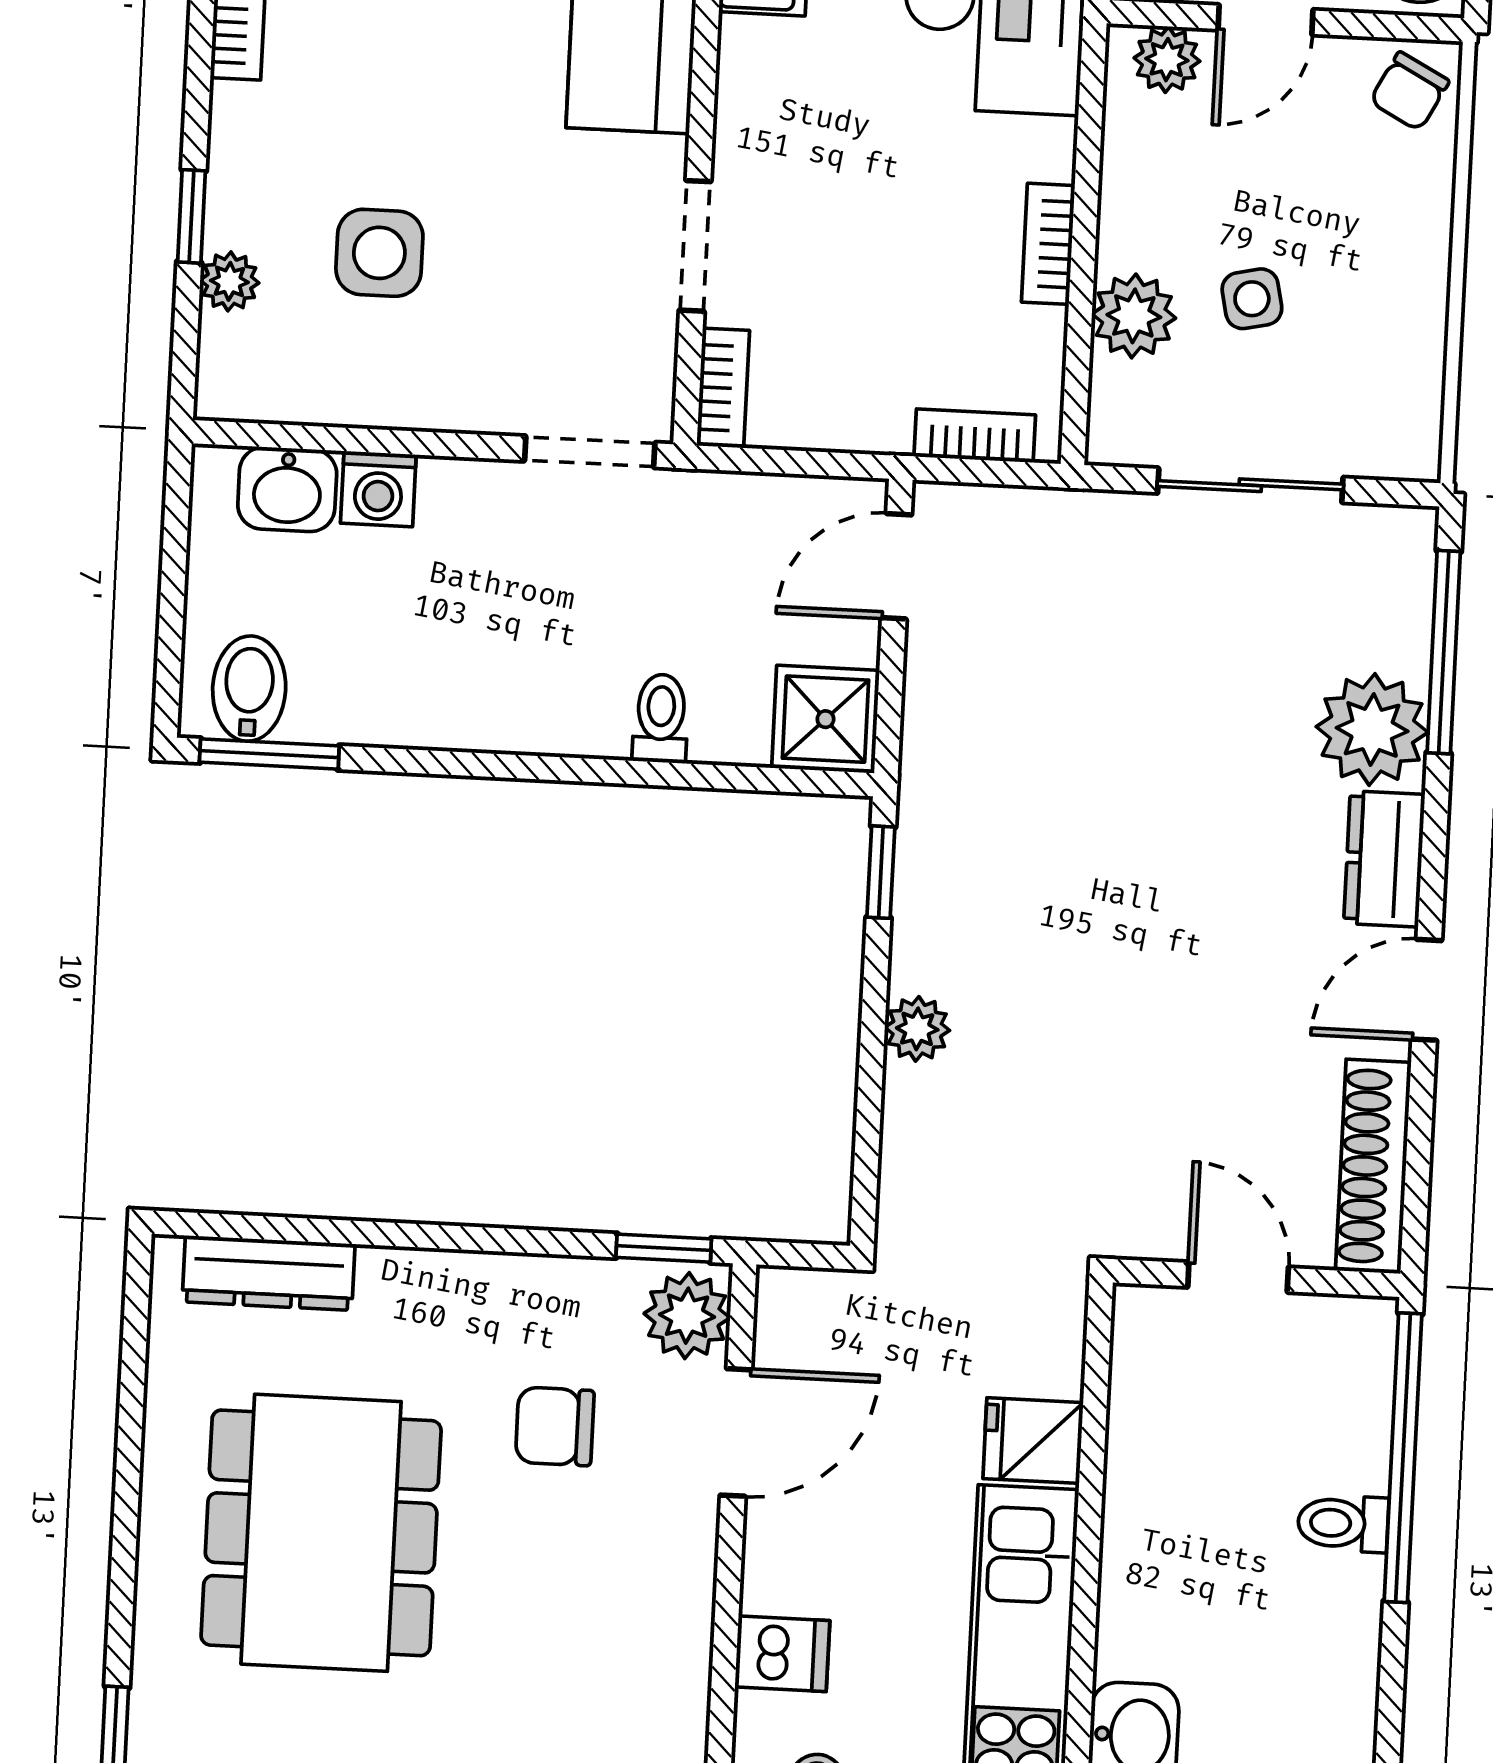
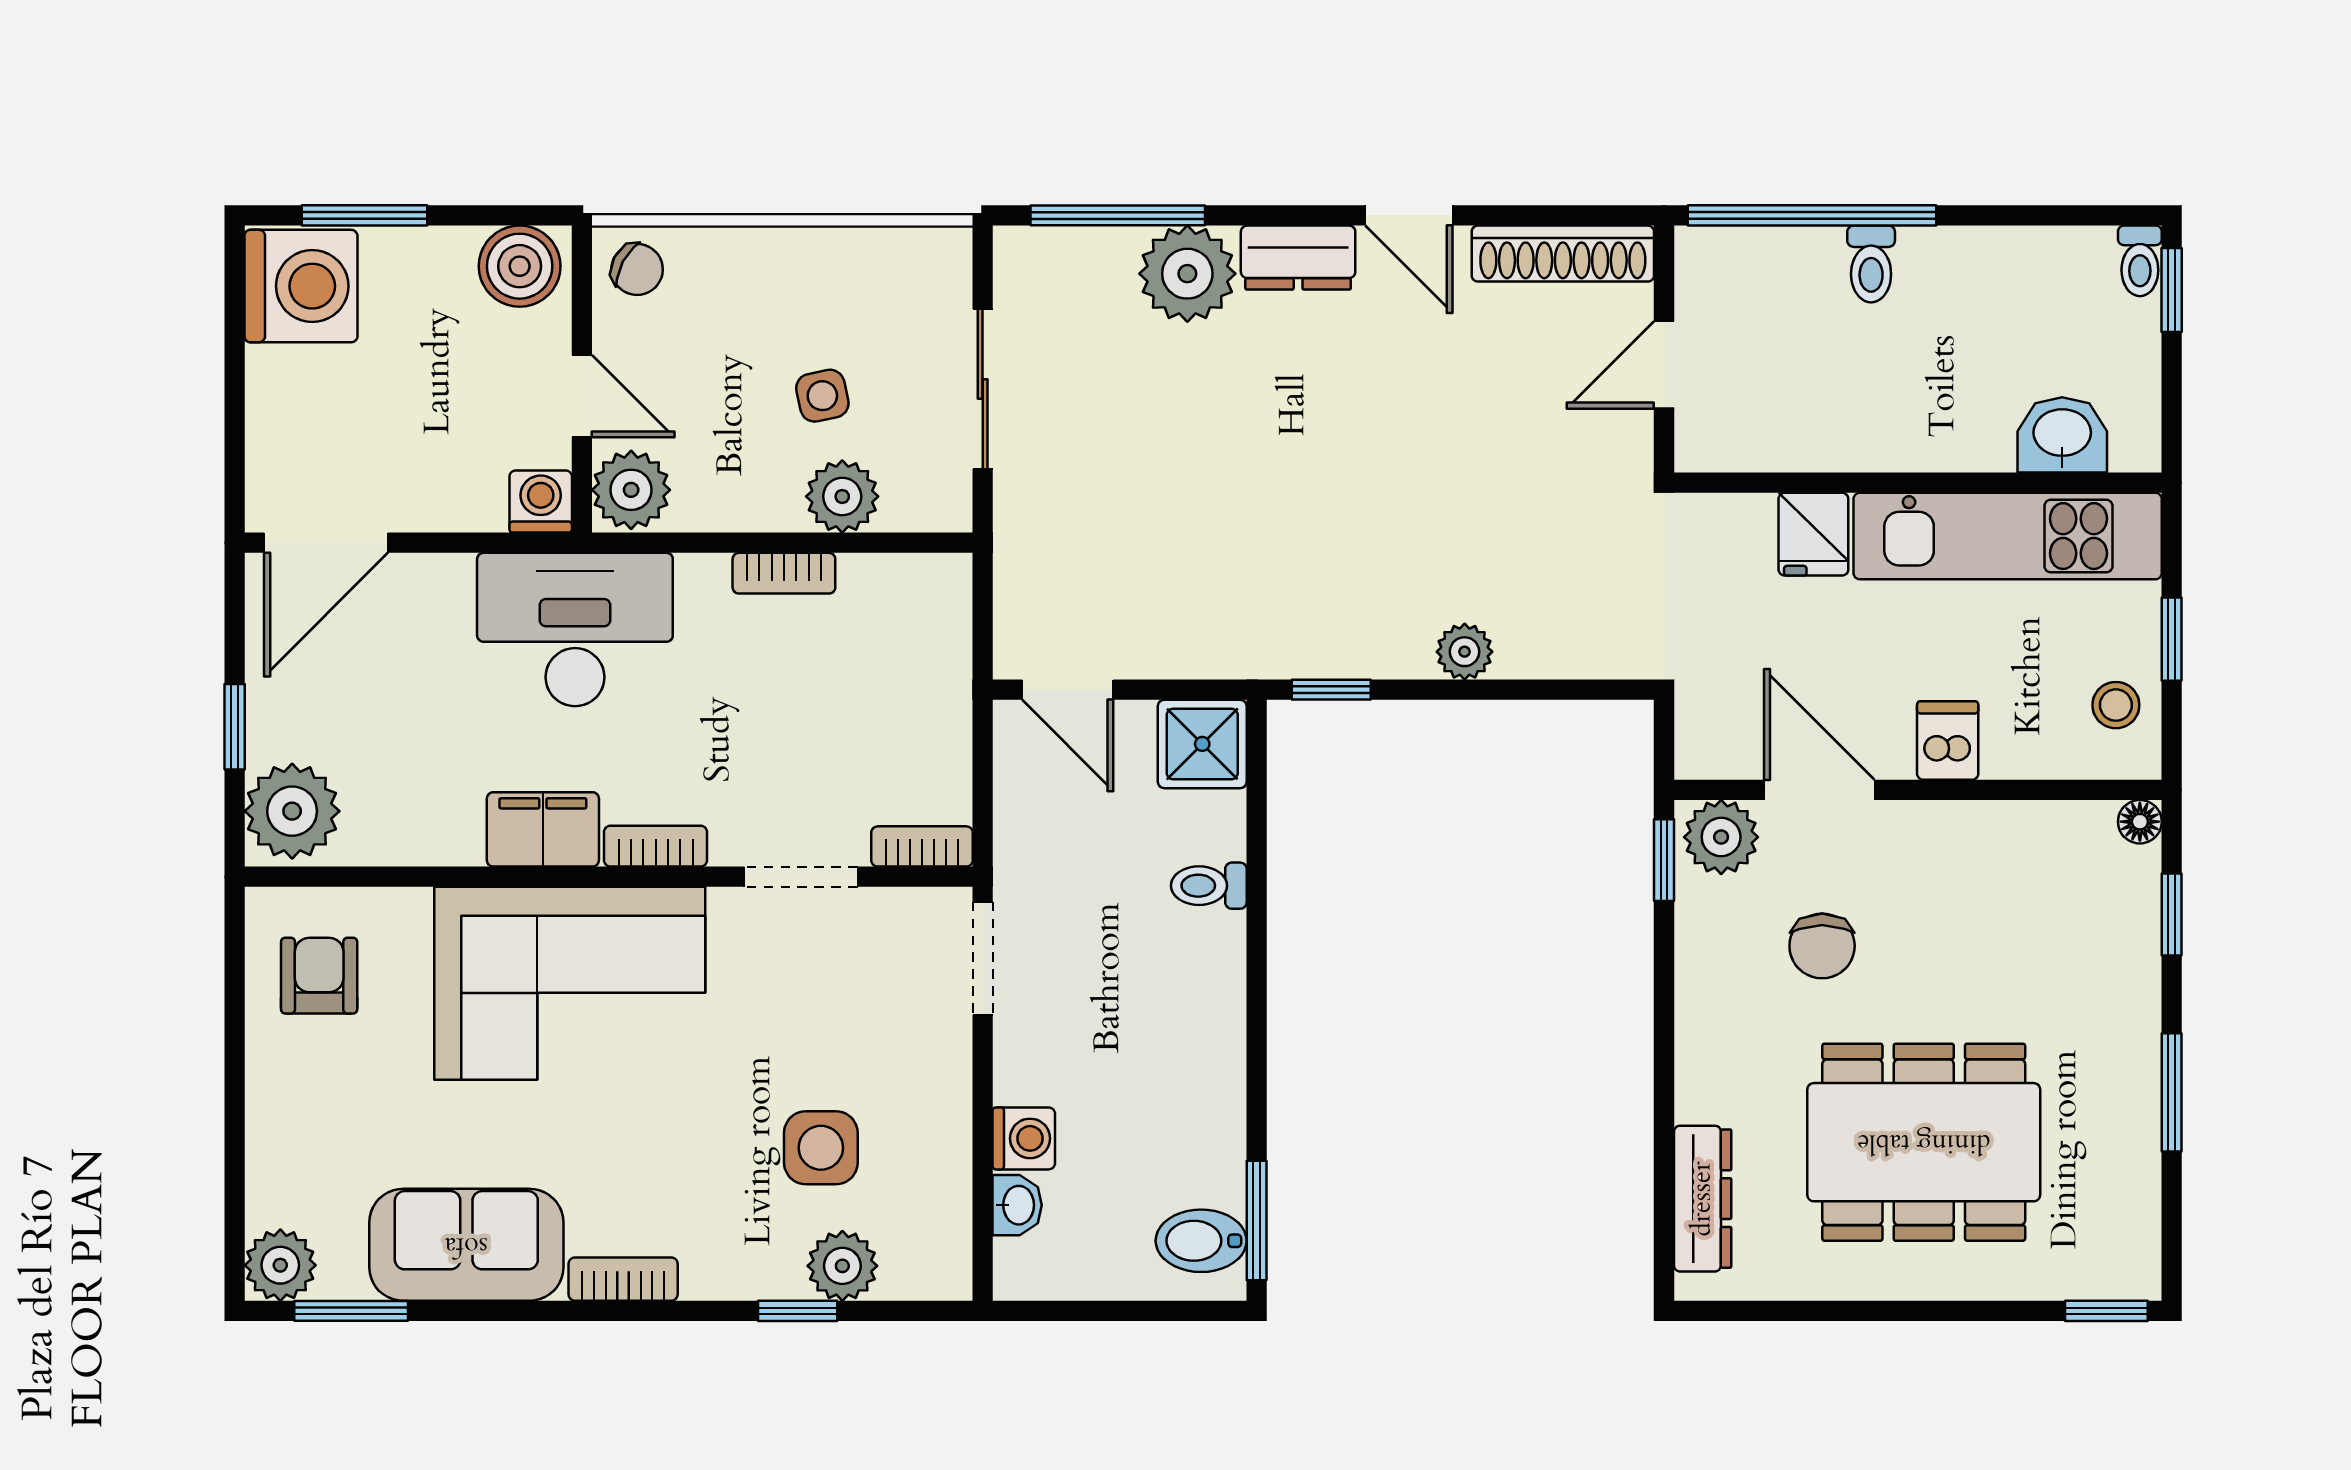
plant: (1167, 60) -> (631, 490), width x1.38, depth x1.38
plant: (229, 281) -> (842, 1266), width x1.38, depth x1.38
bookcase: (975, 436) -> (656, 846), moved, turned 90
washbasin: (287, 489) -> (1017, 1205), width x0.72, depth x0.69
dishwasher: (782, 1654) -> (1948, 740), moved

